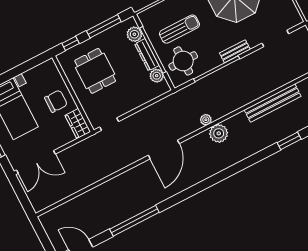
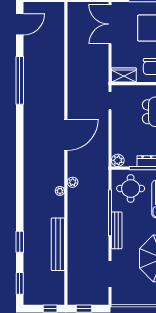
bench: (235, 51) -> (117, 230), width x1.36
plant: (157, 76) -> (118, 160), moved
plant: (219, 133) -> (60, 191), width x0.53, depth x0.53
door: (164, 149) -> (66, 135), swing flipped

